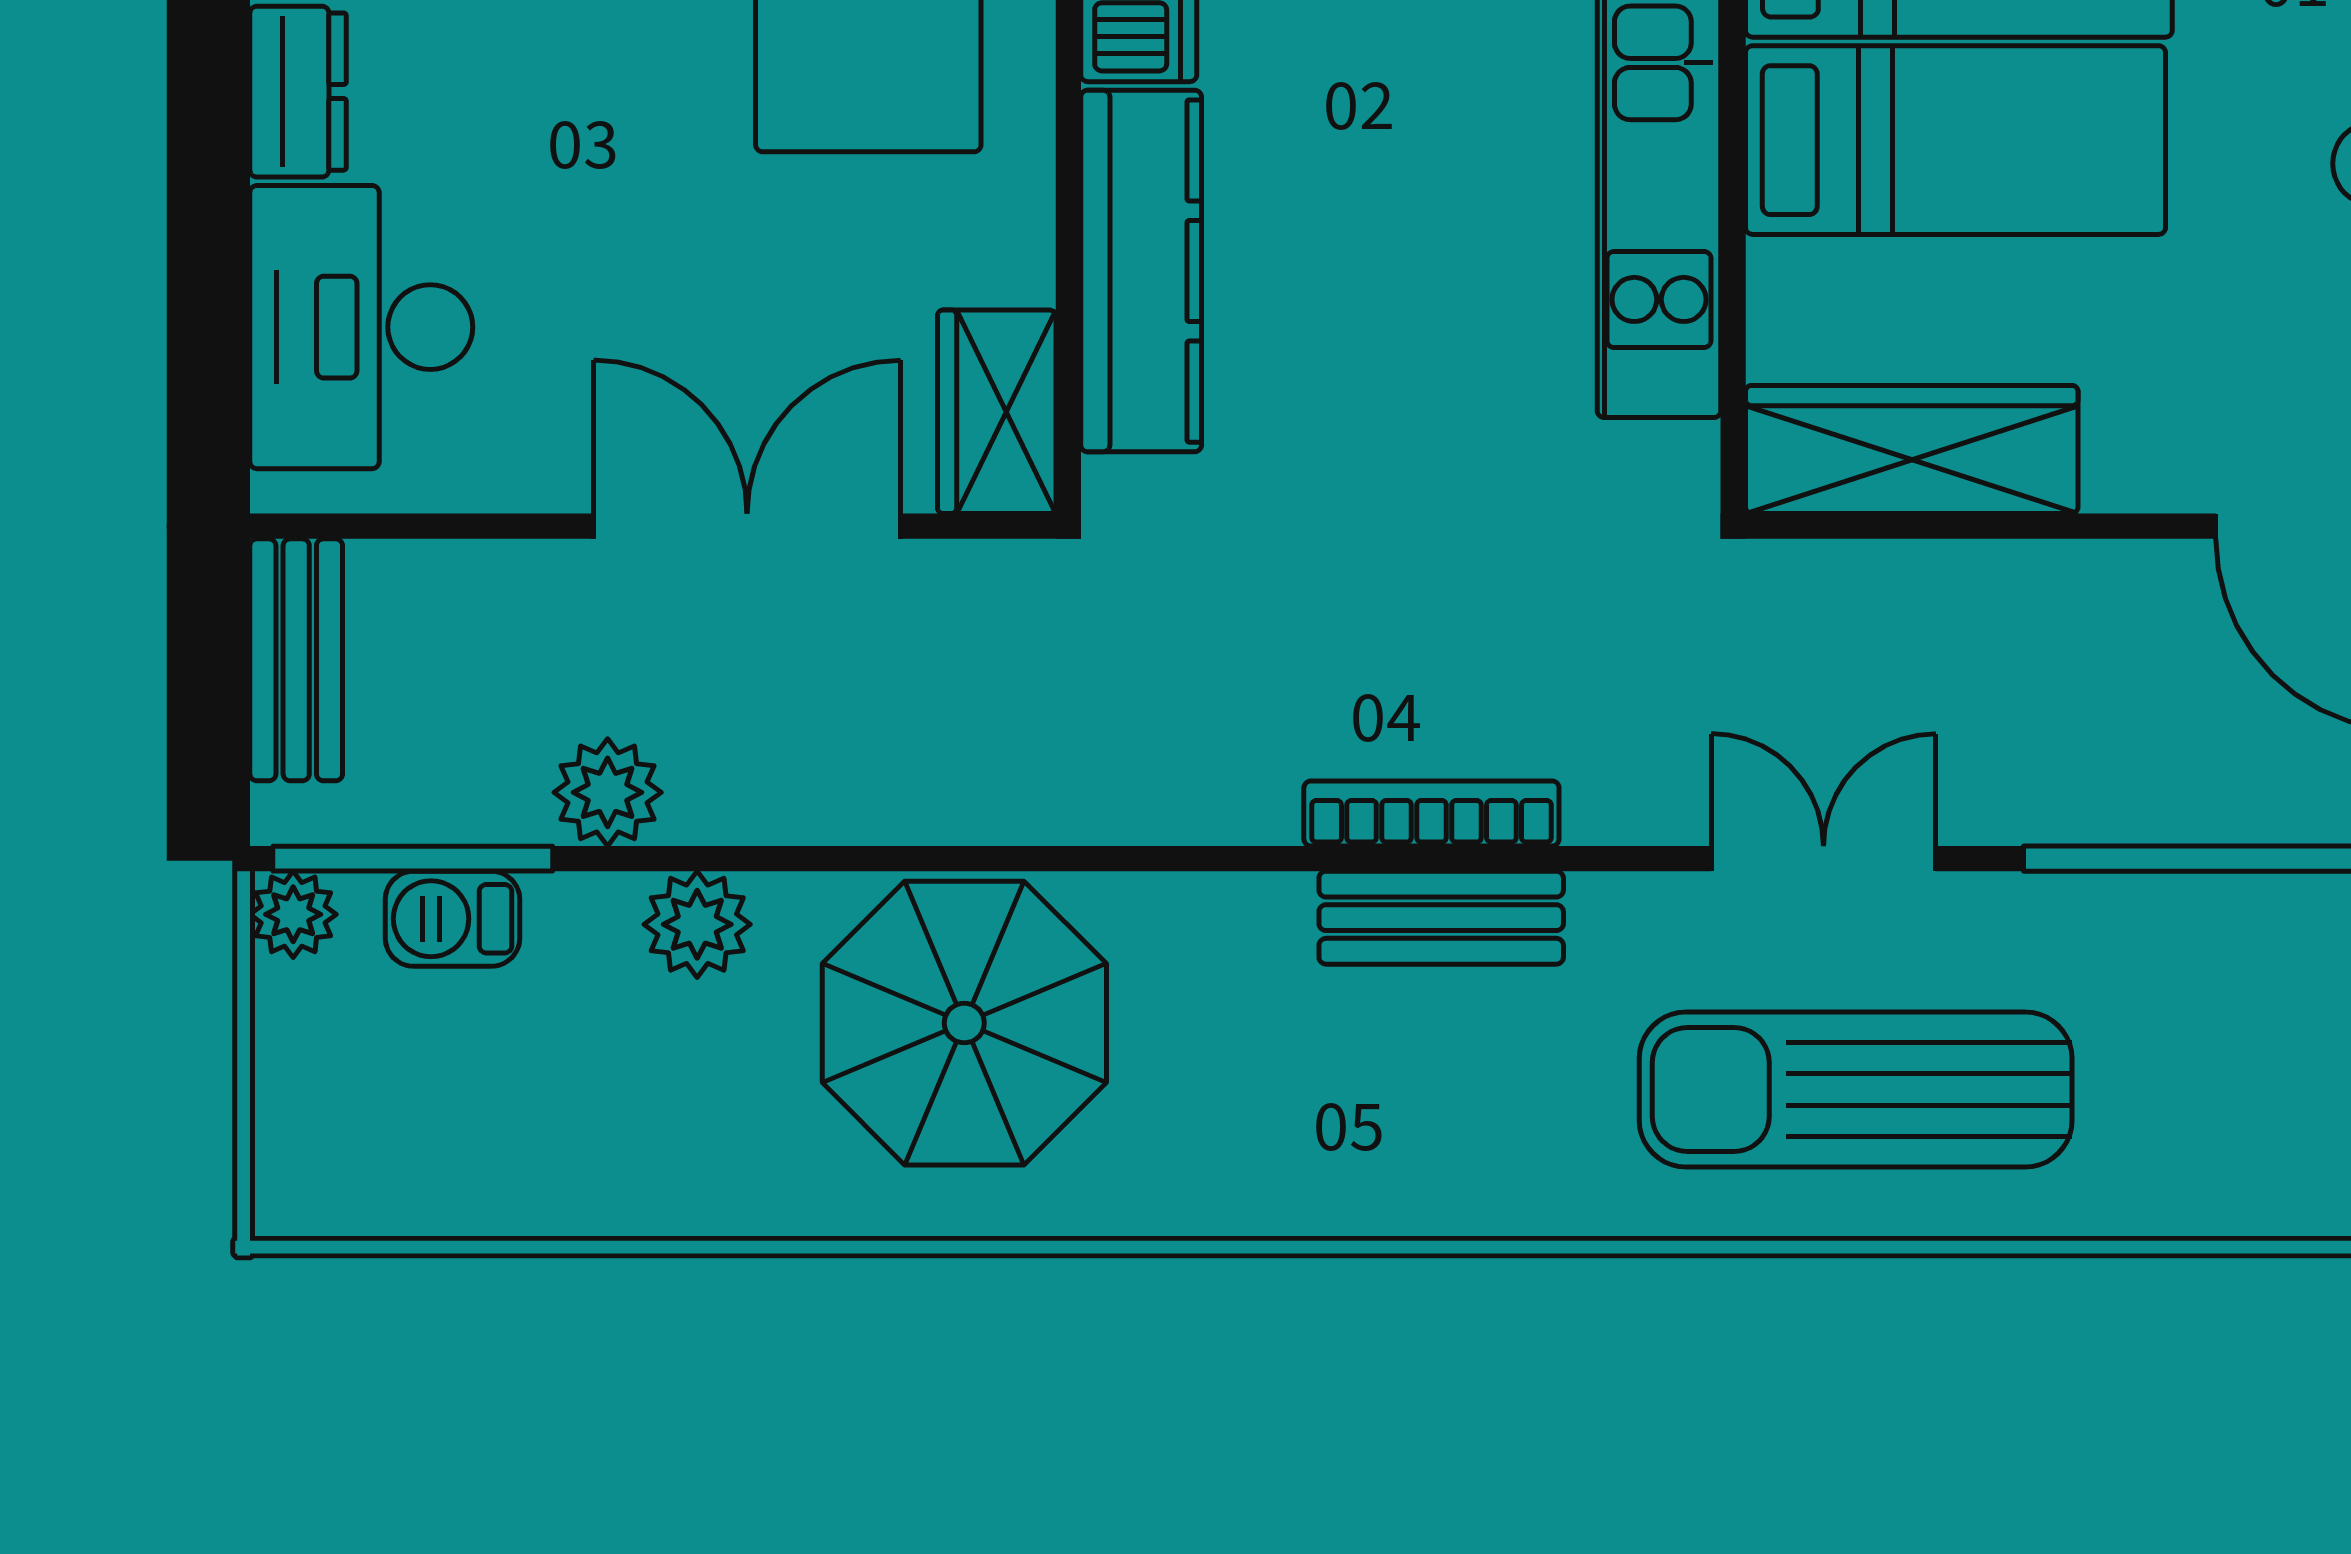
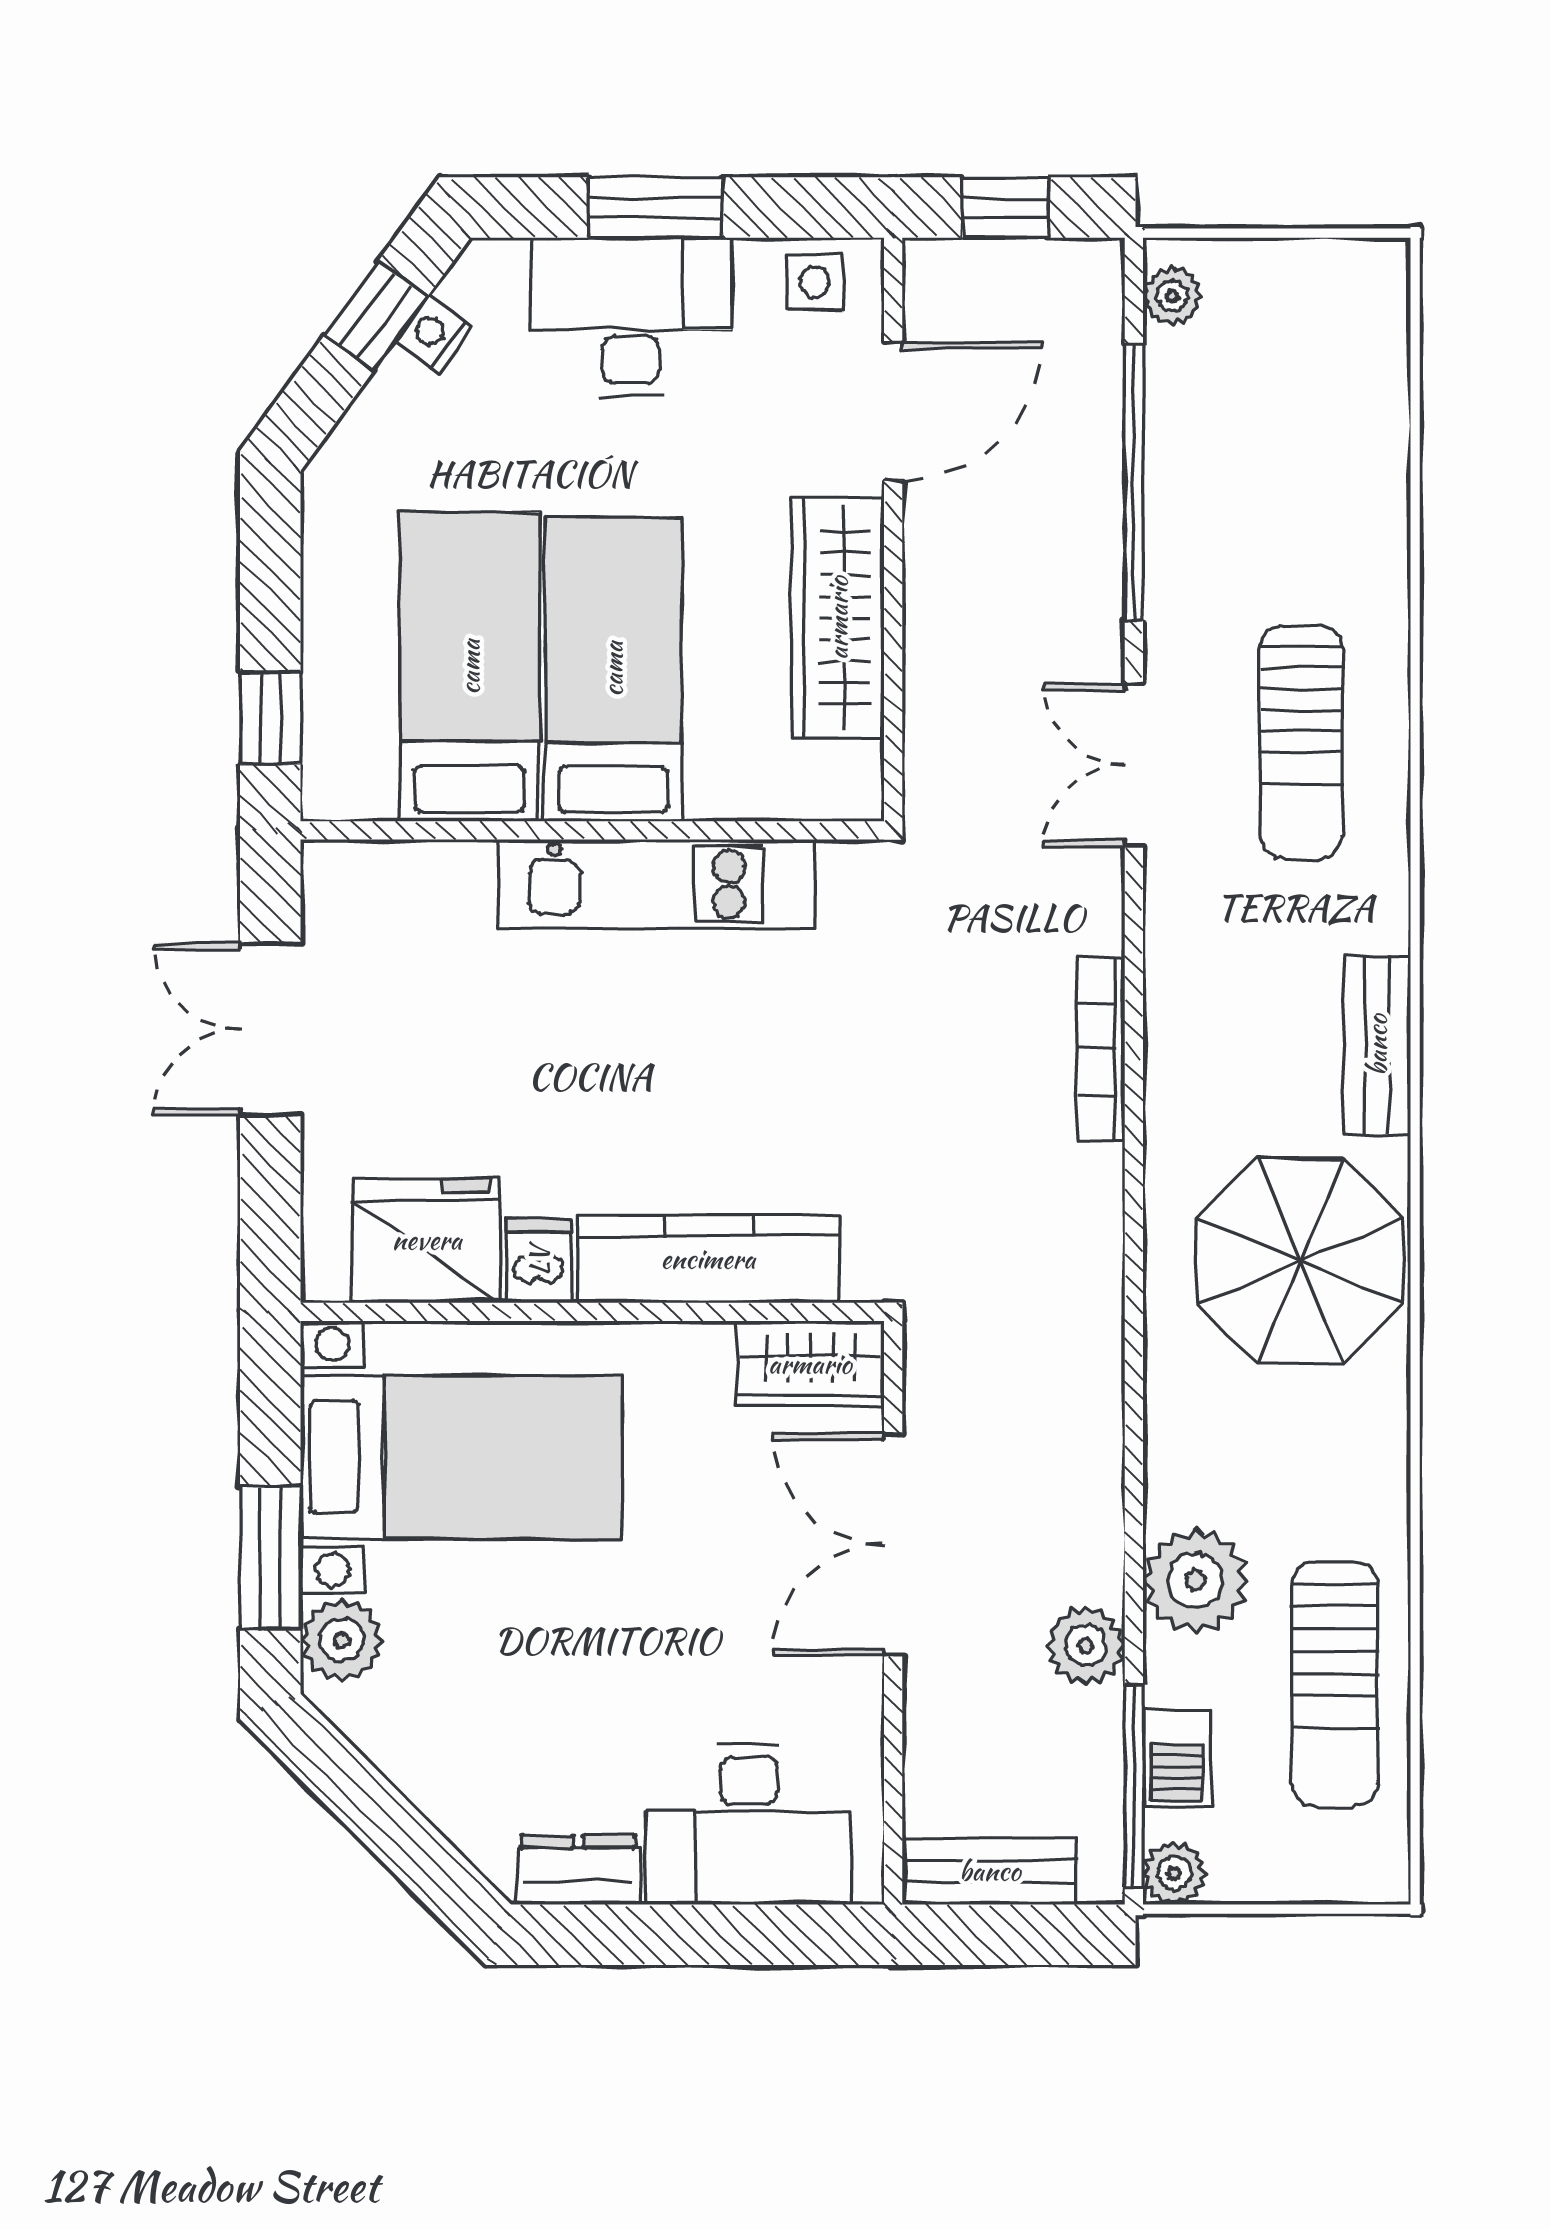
wardrobe: (1912, 450) -> (838, 618), moved
bench: (1441, 918) -> (1377, 1045), moved
plant: (697, 924) -> (1195, 1581), width x1.36, depth x1.36
parasol: (964, 1023) -> (1300, 1261), moved
sun lounger: (1856, 1089) -> (1301, 742), width x0.73, depth x0.75
sun lounger: (554, 1136) -> (1335, 1684), added

